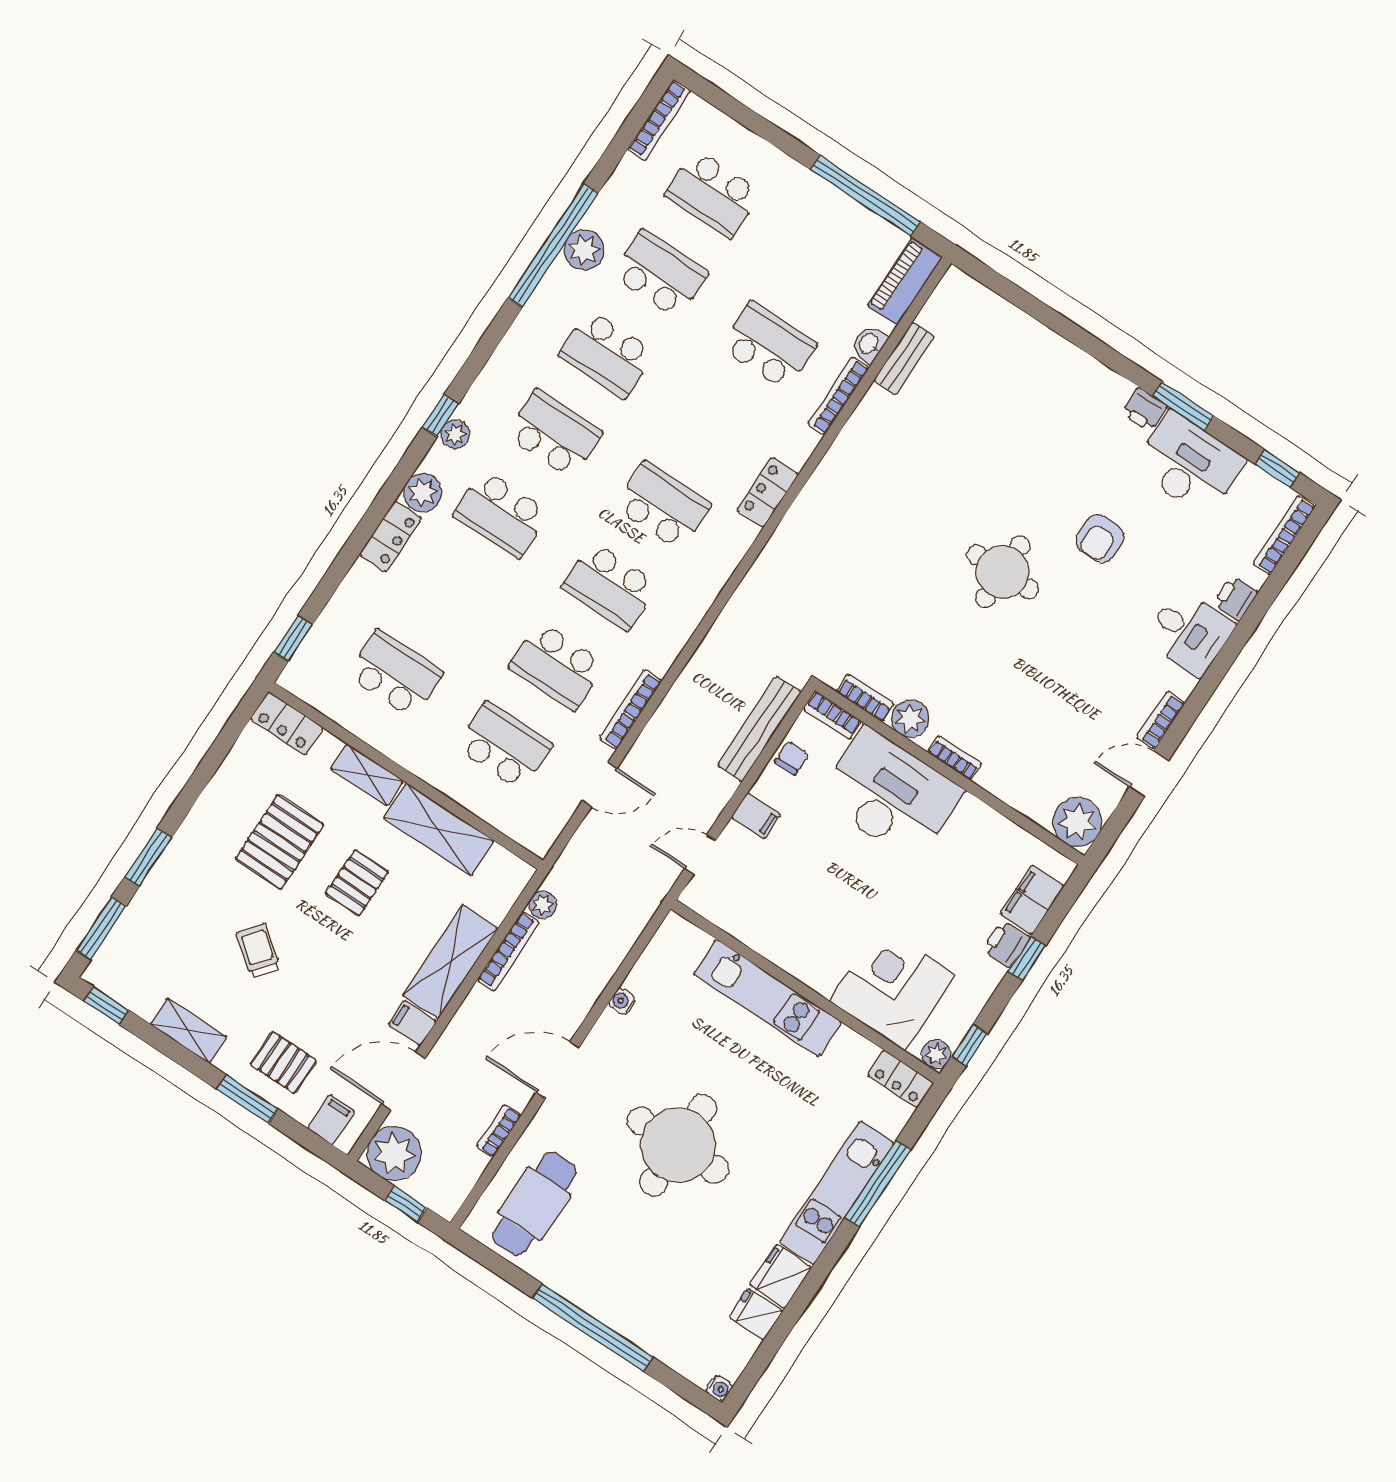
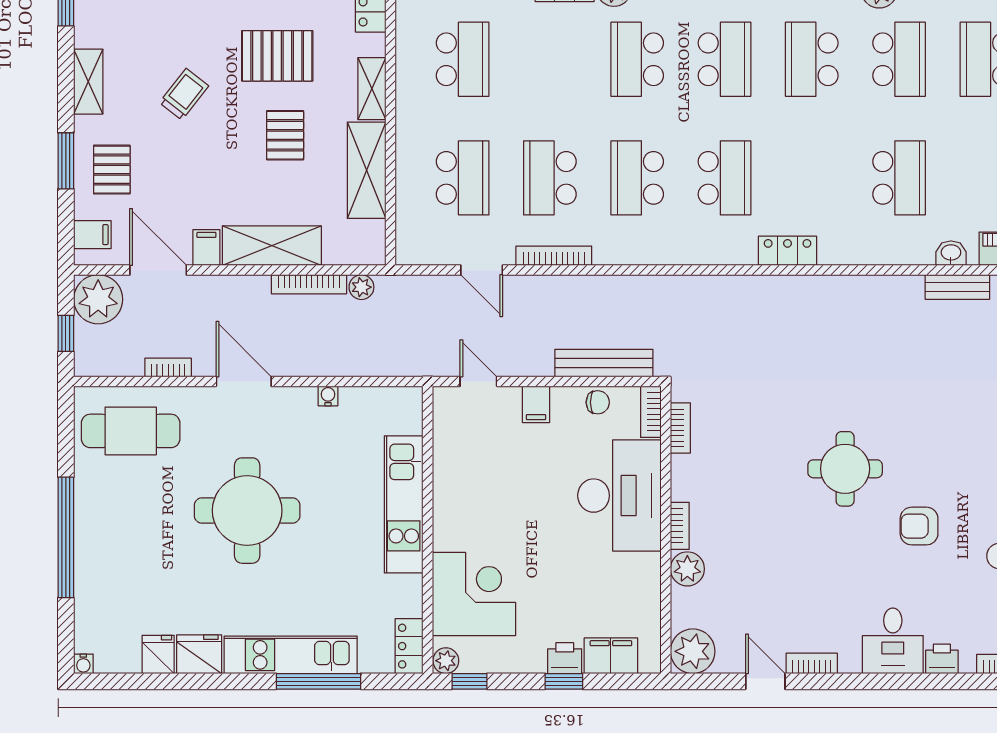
bookcase: (839, 396) -> (896, 256), removed
plant: (910, 719) -> (687, 569), moved
pallet: (357, 883) -> (285, 135), turned 90

